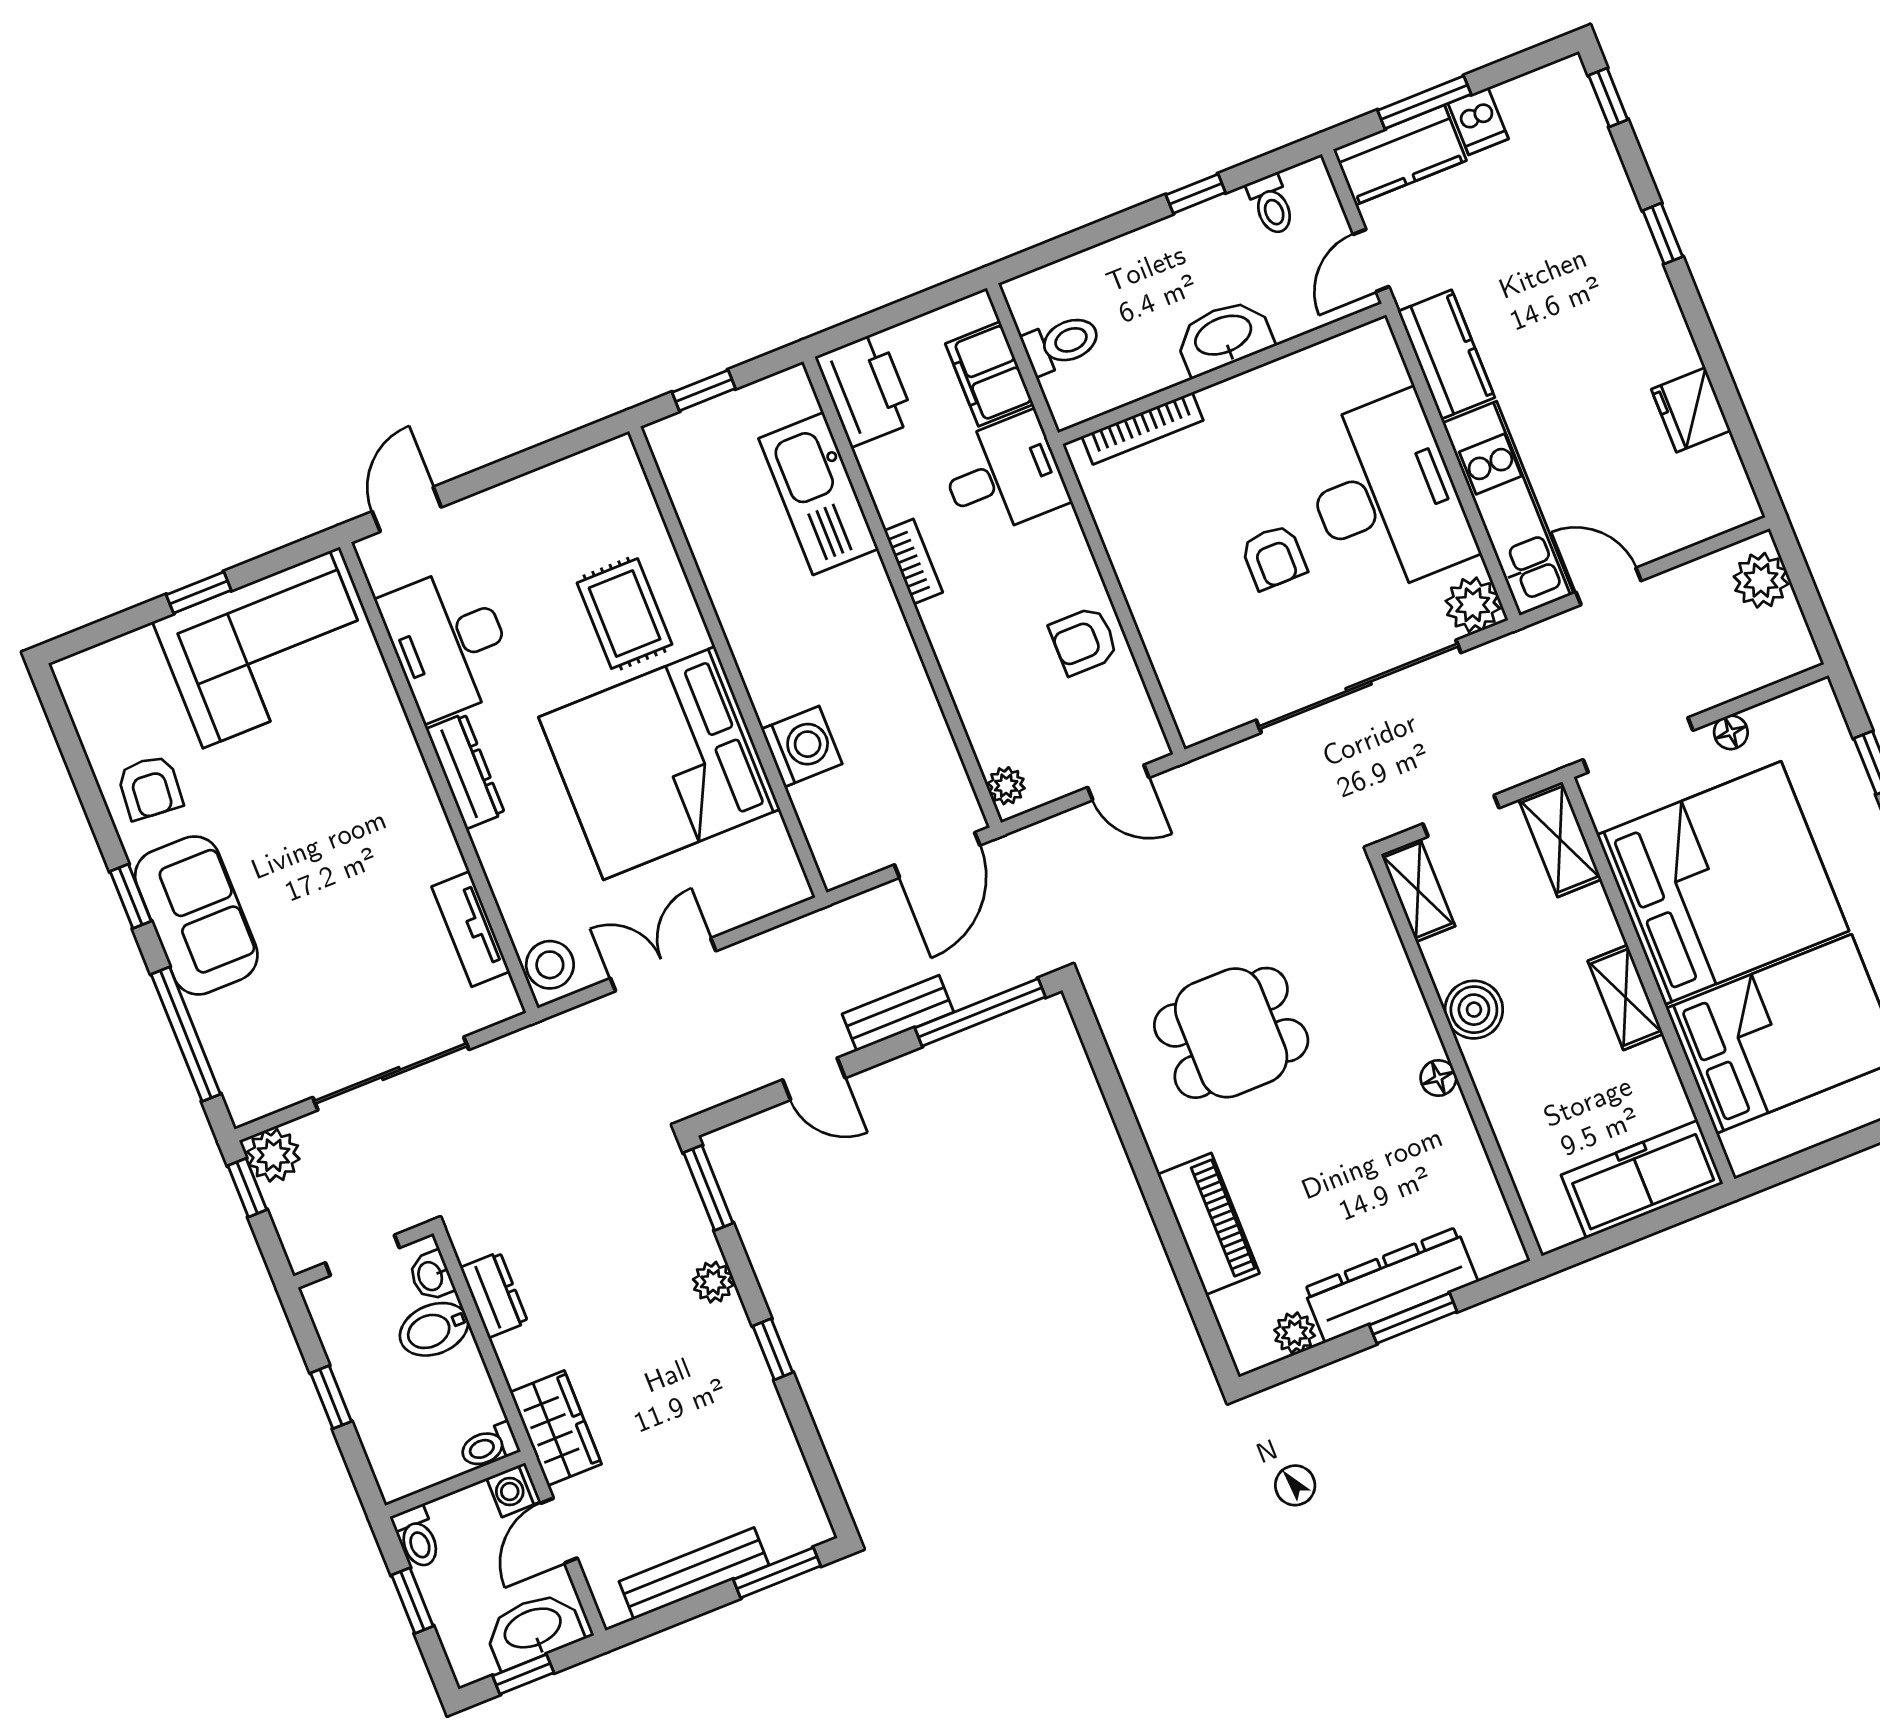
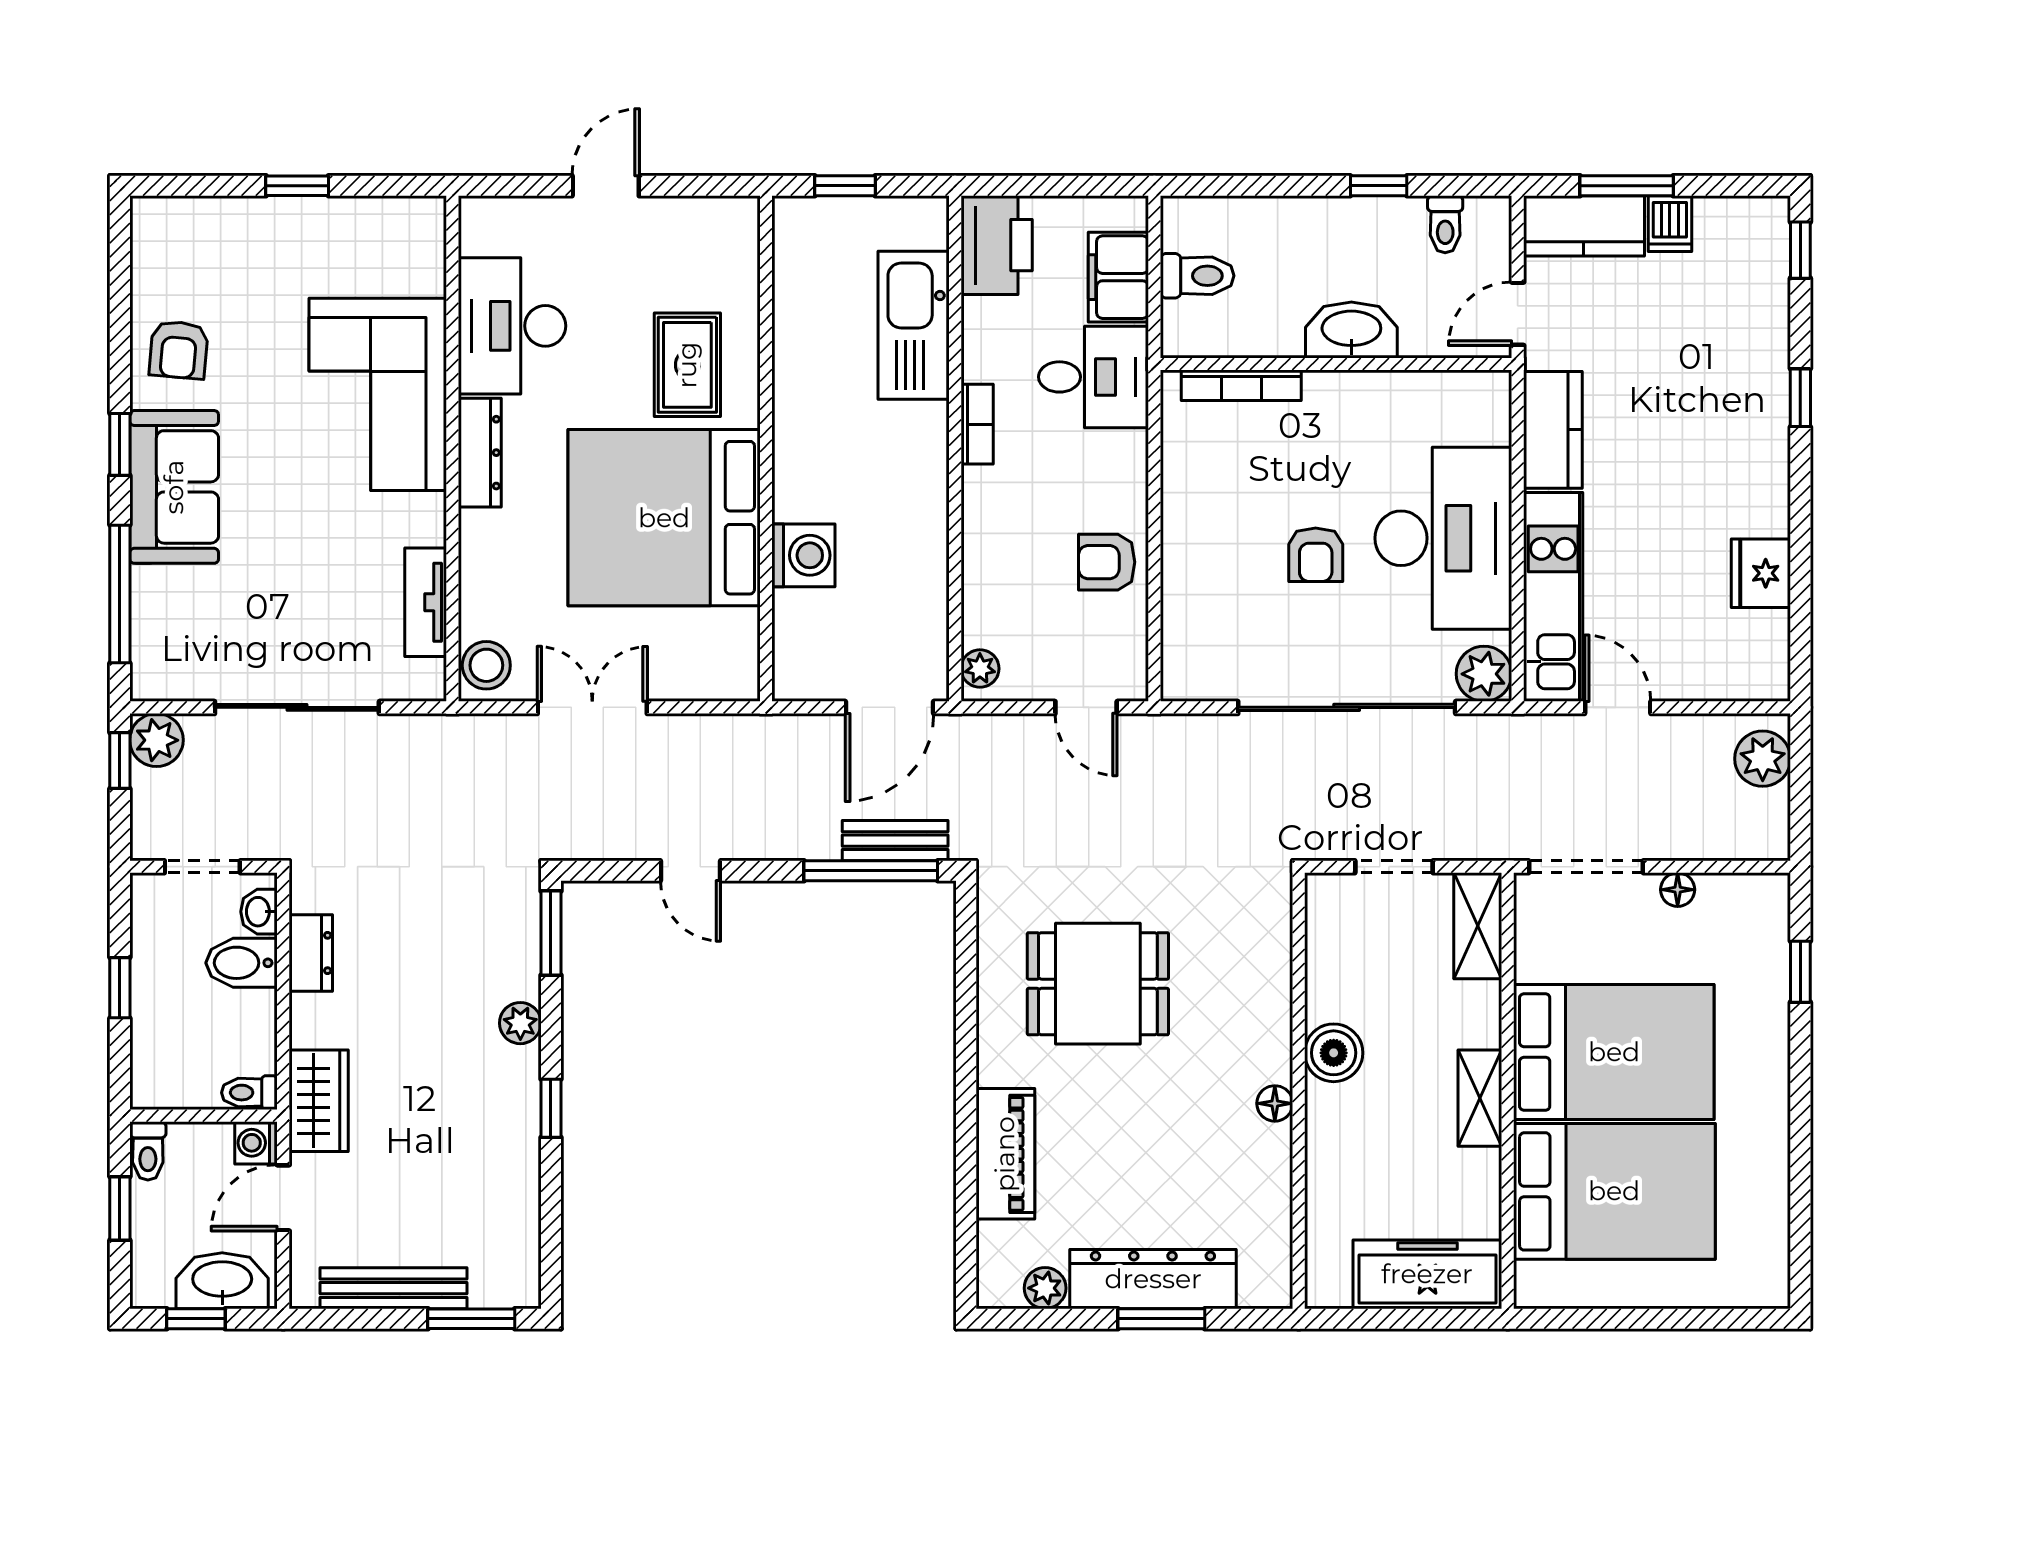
door: (407, 509) -> (606, 186), moved
corner sofa: (266, 650) -> (378, 394), moved, turned 90
bed: (1723, 883) -> (1614, 1052), width x0.73
shelving: (1418, 890) -> (1326, 920), removed
bench: (898, 1013) -> (895, 841), moved

